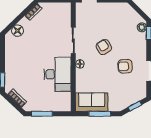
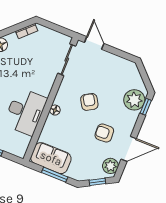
plant: (142, 27) -> (134, 100), width x1.88, depth x1.88
sliding door: (73, 40) -> (67, 60), moved
plant: (140, 90) -> (110, 166), added

